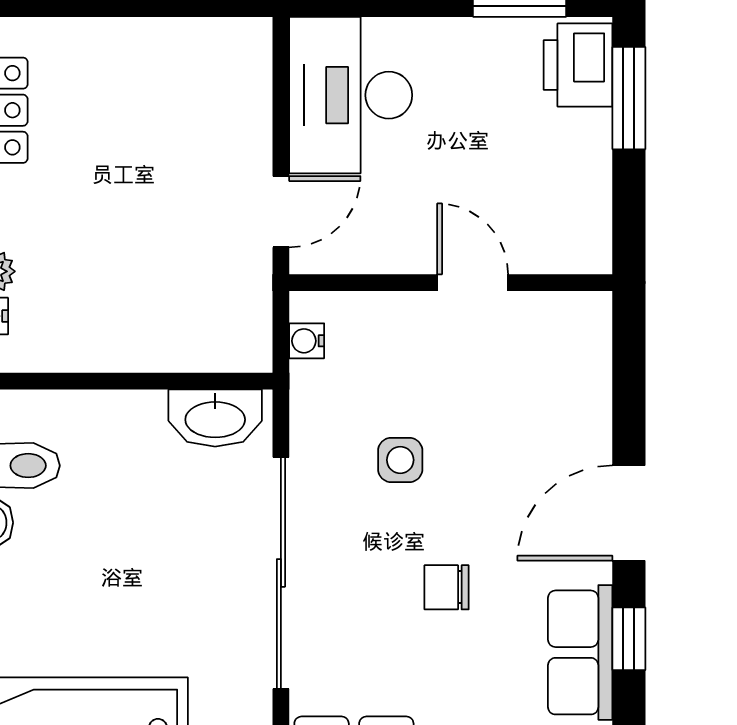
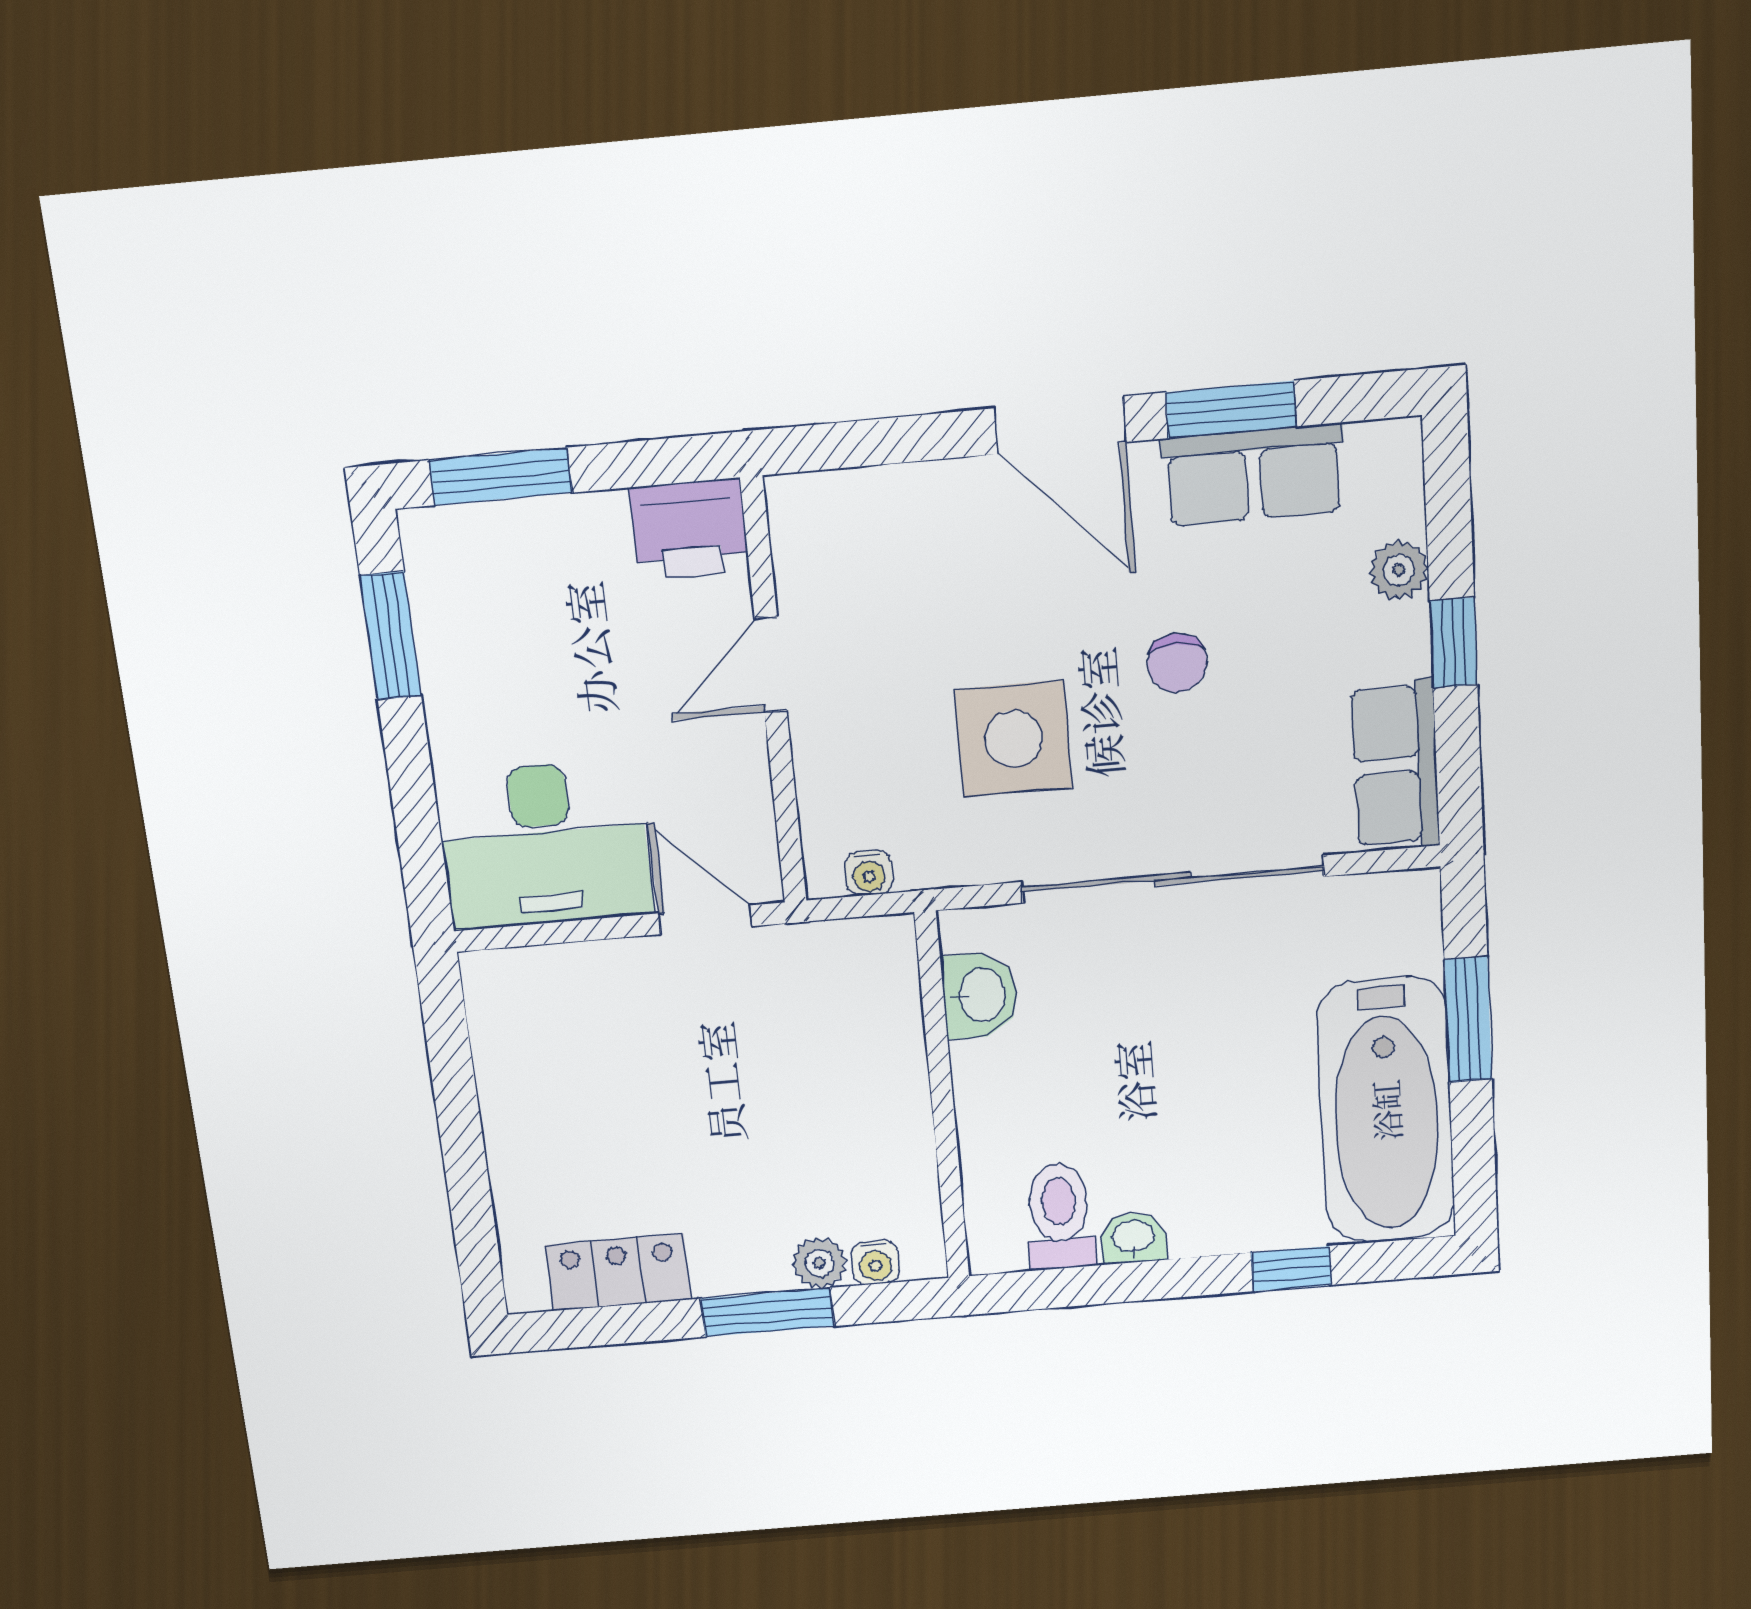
printer: (578, 65) -> (689, 529), moved
washbasin: (215, 418) -> (980, 995), width x0.72
side table: (400, 460) -> (1013, 739), width x1.87, depth x1.87
window: (629, 639) -> (1231, 409), width x1.50

